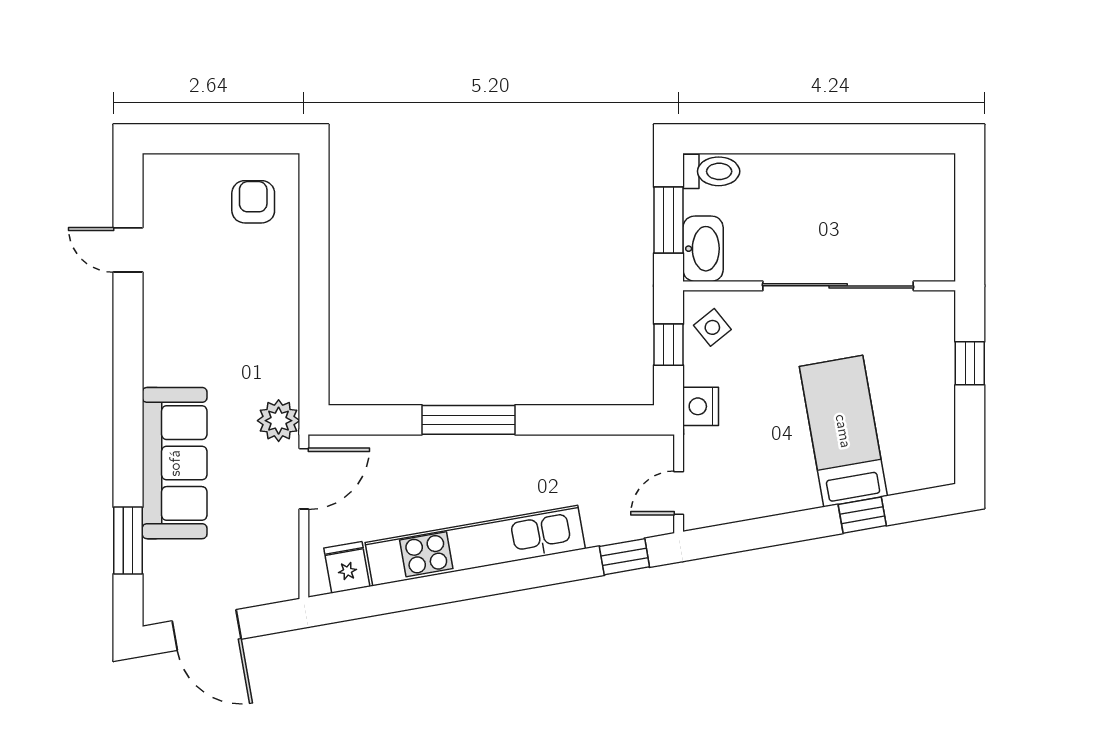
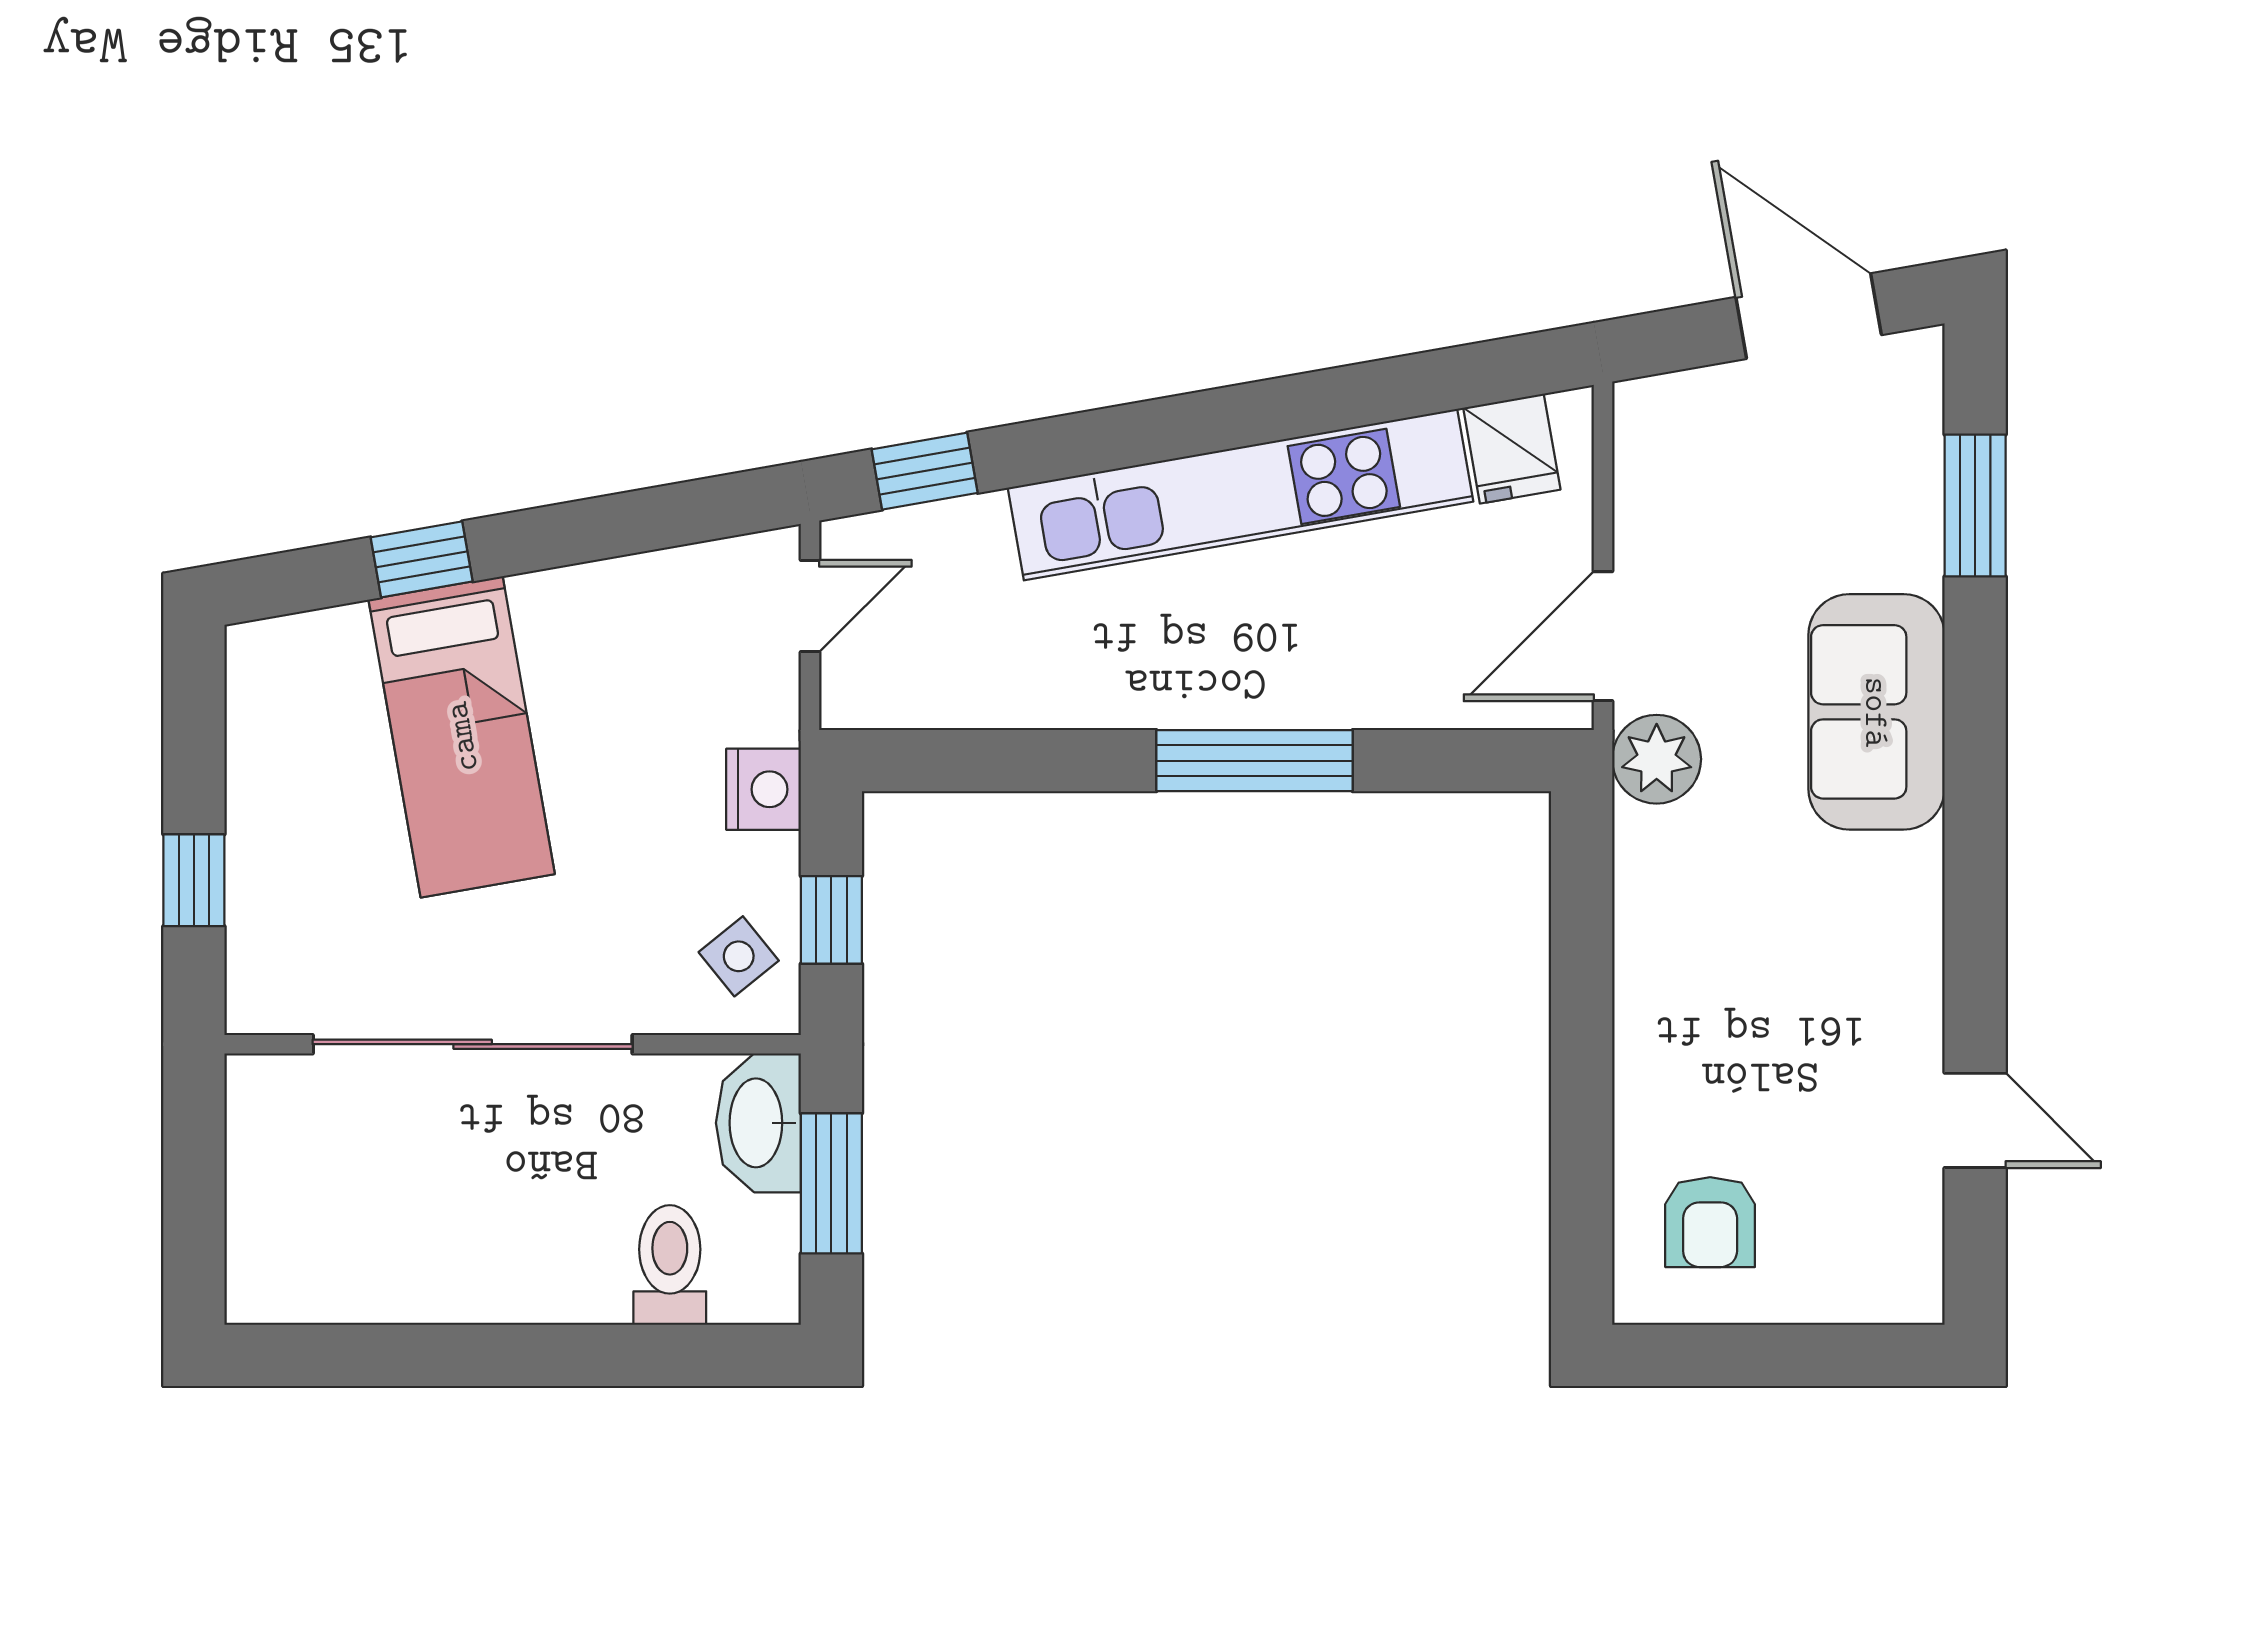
toilet: (711, 171) -> (670, 1265), moved, turned 90
sofa: (175, 463) -> (1876, 712), width x0.73

